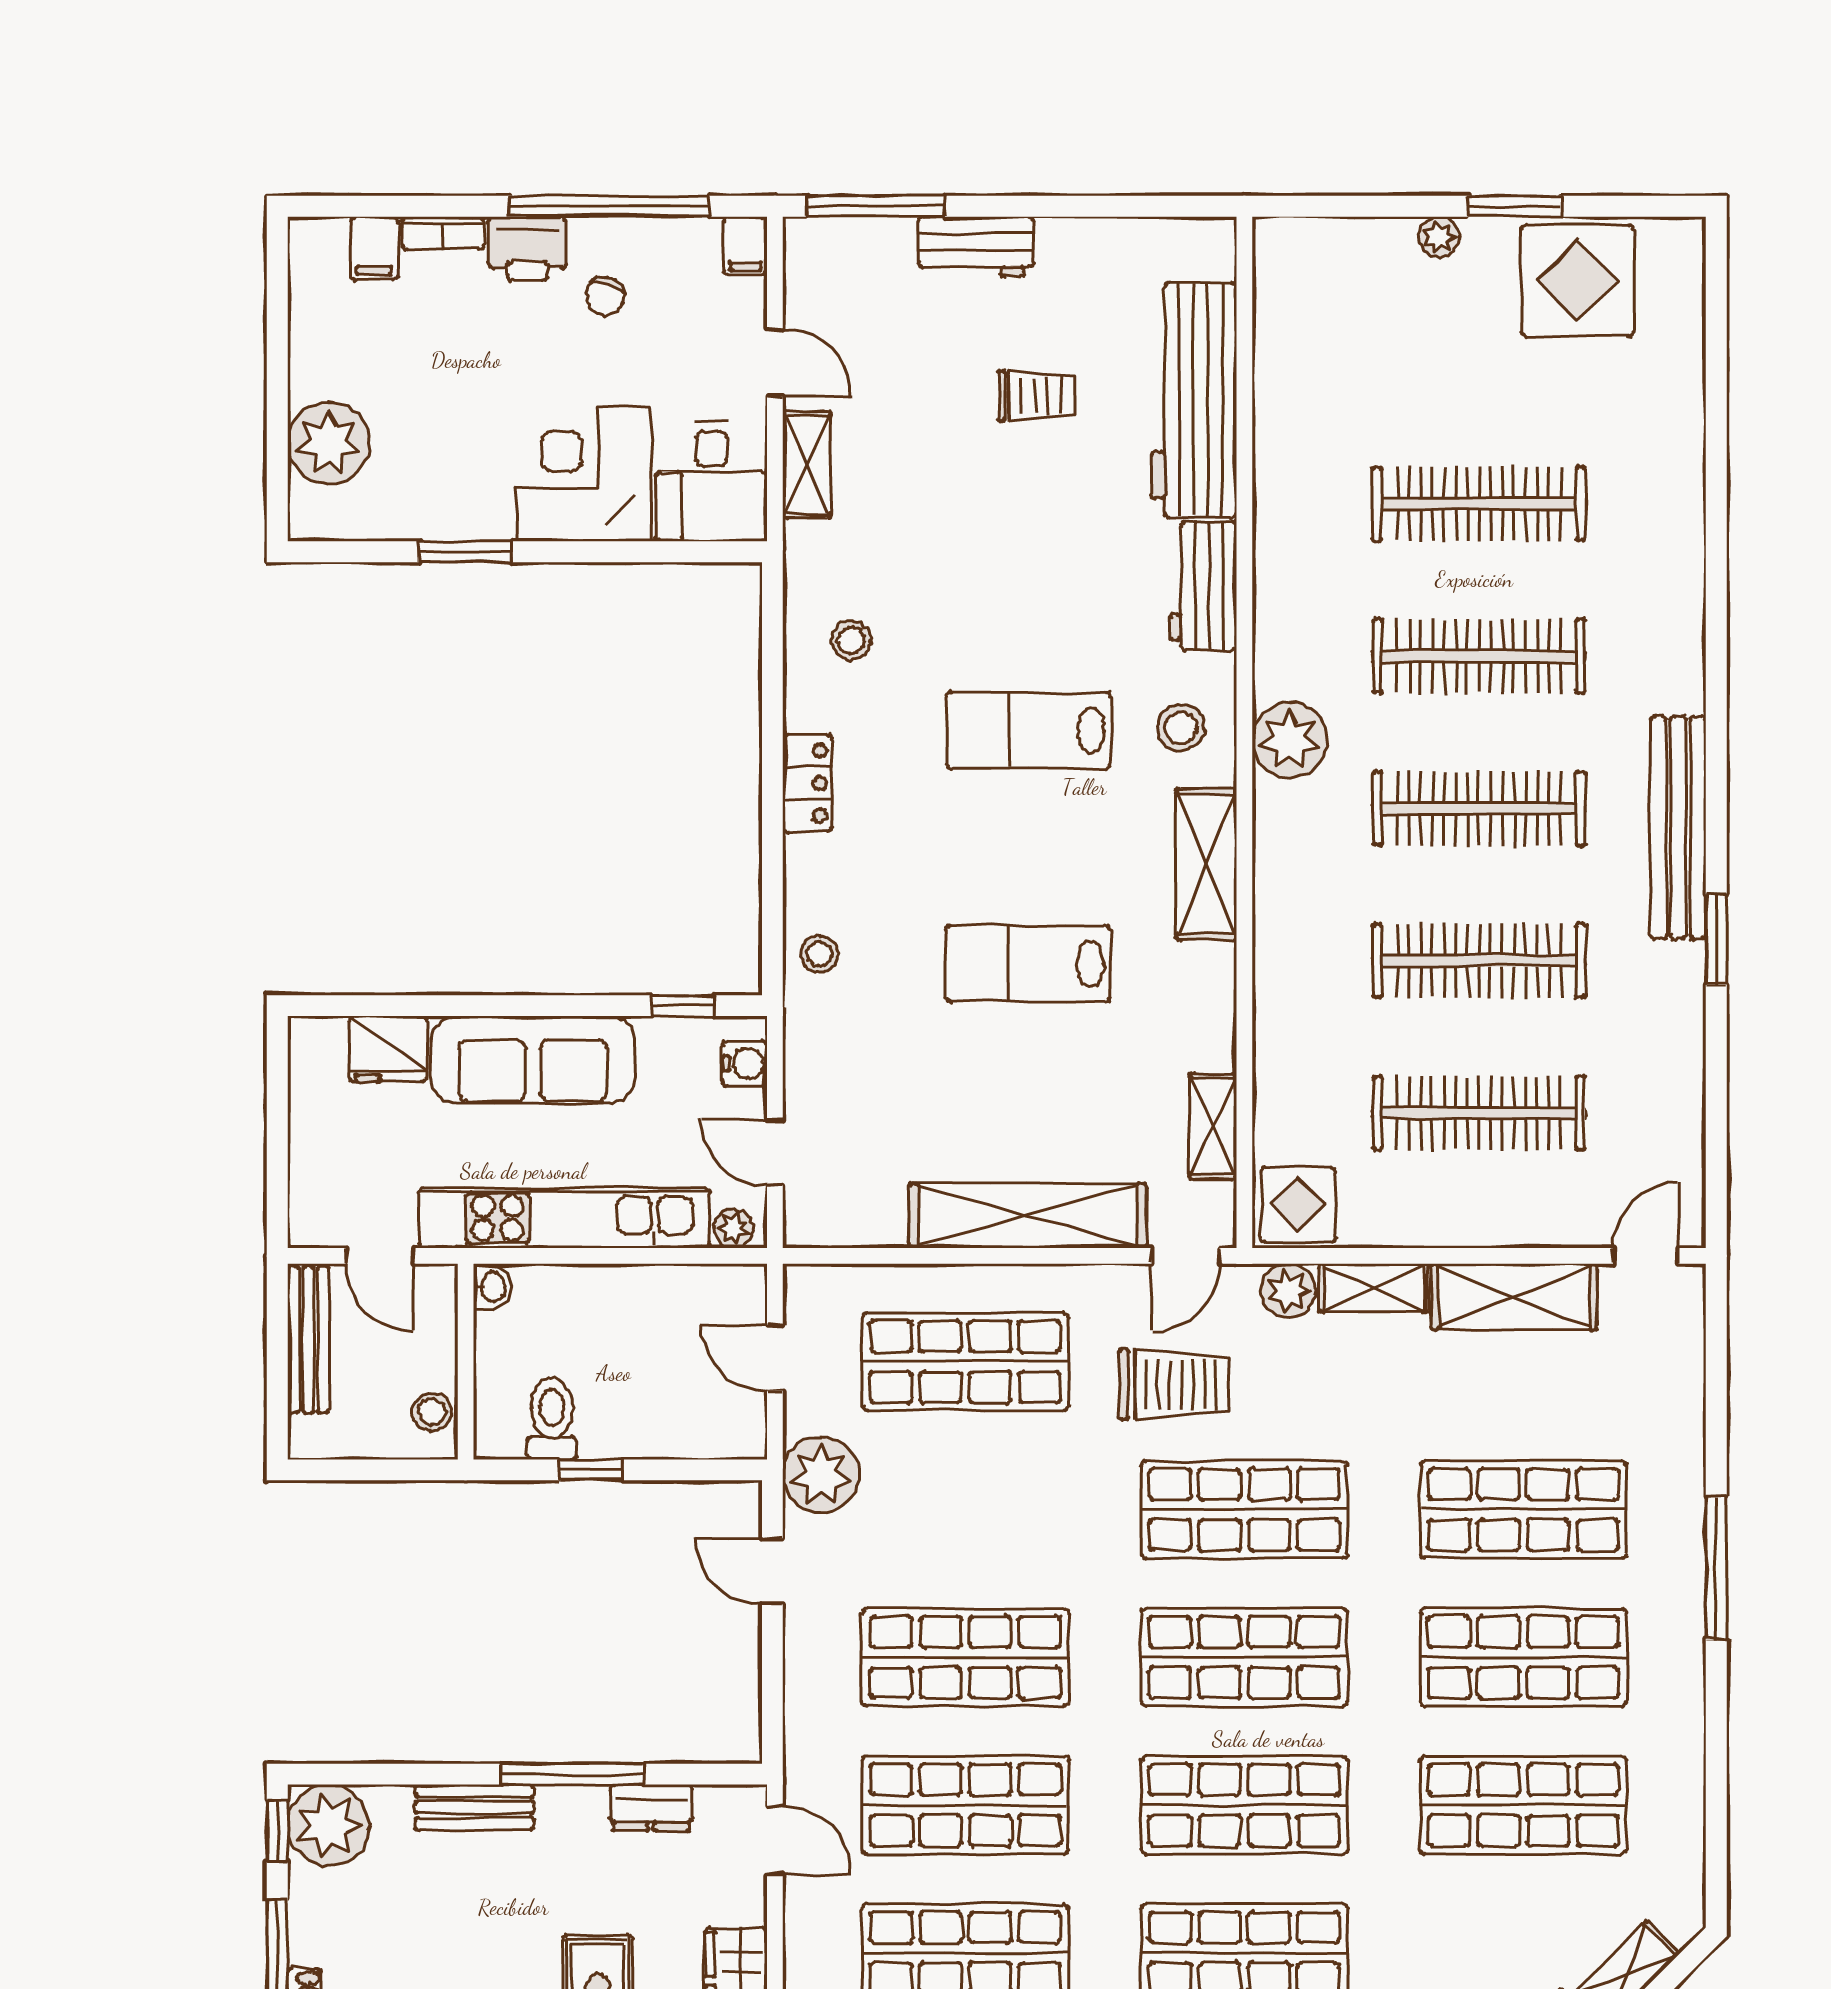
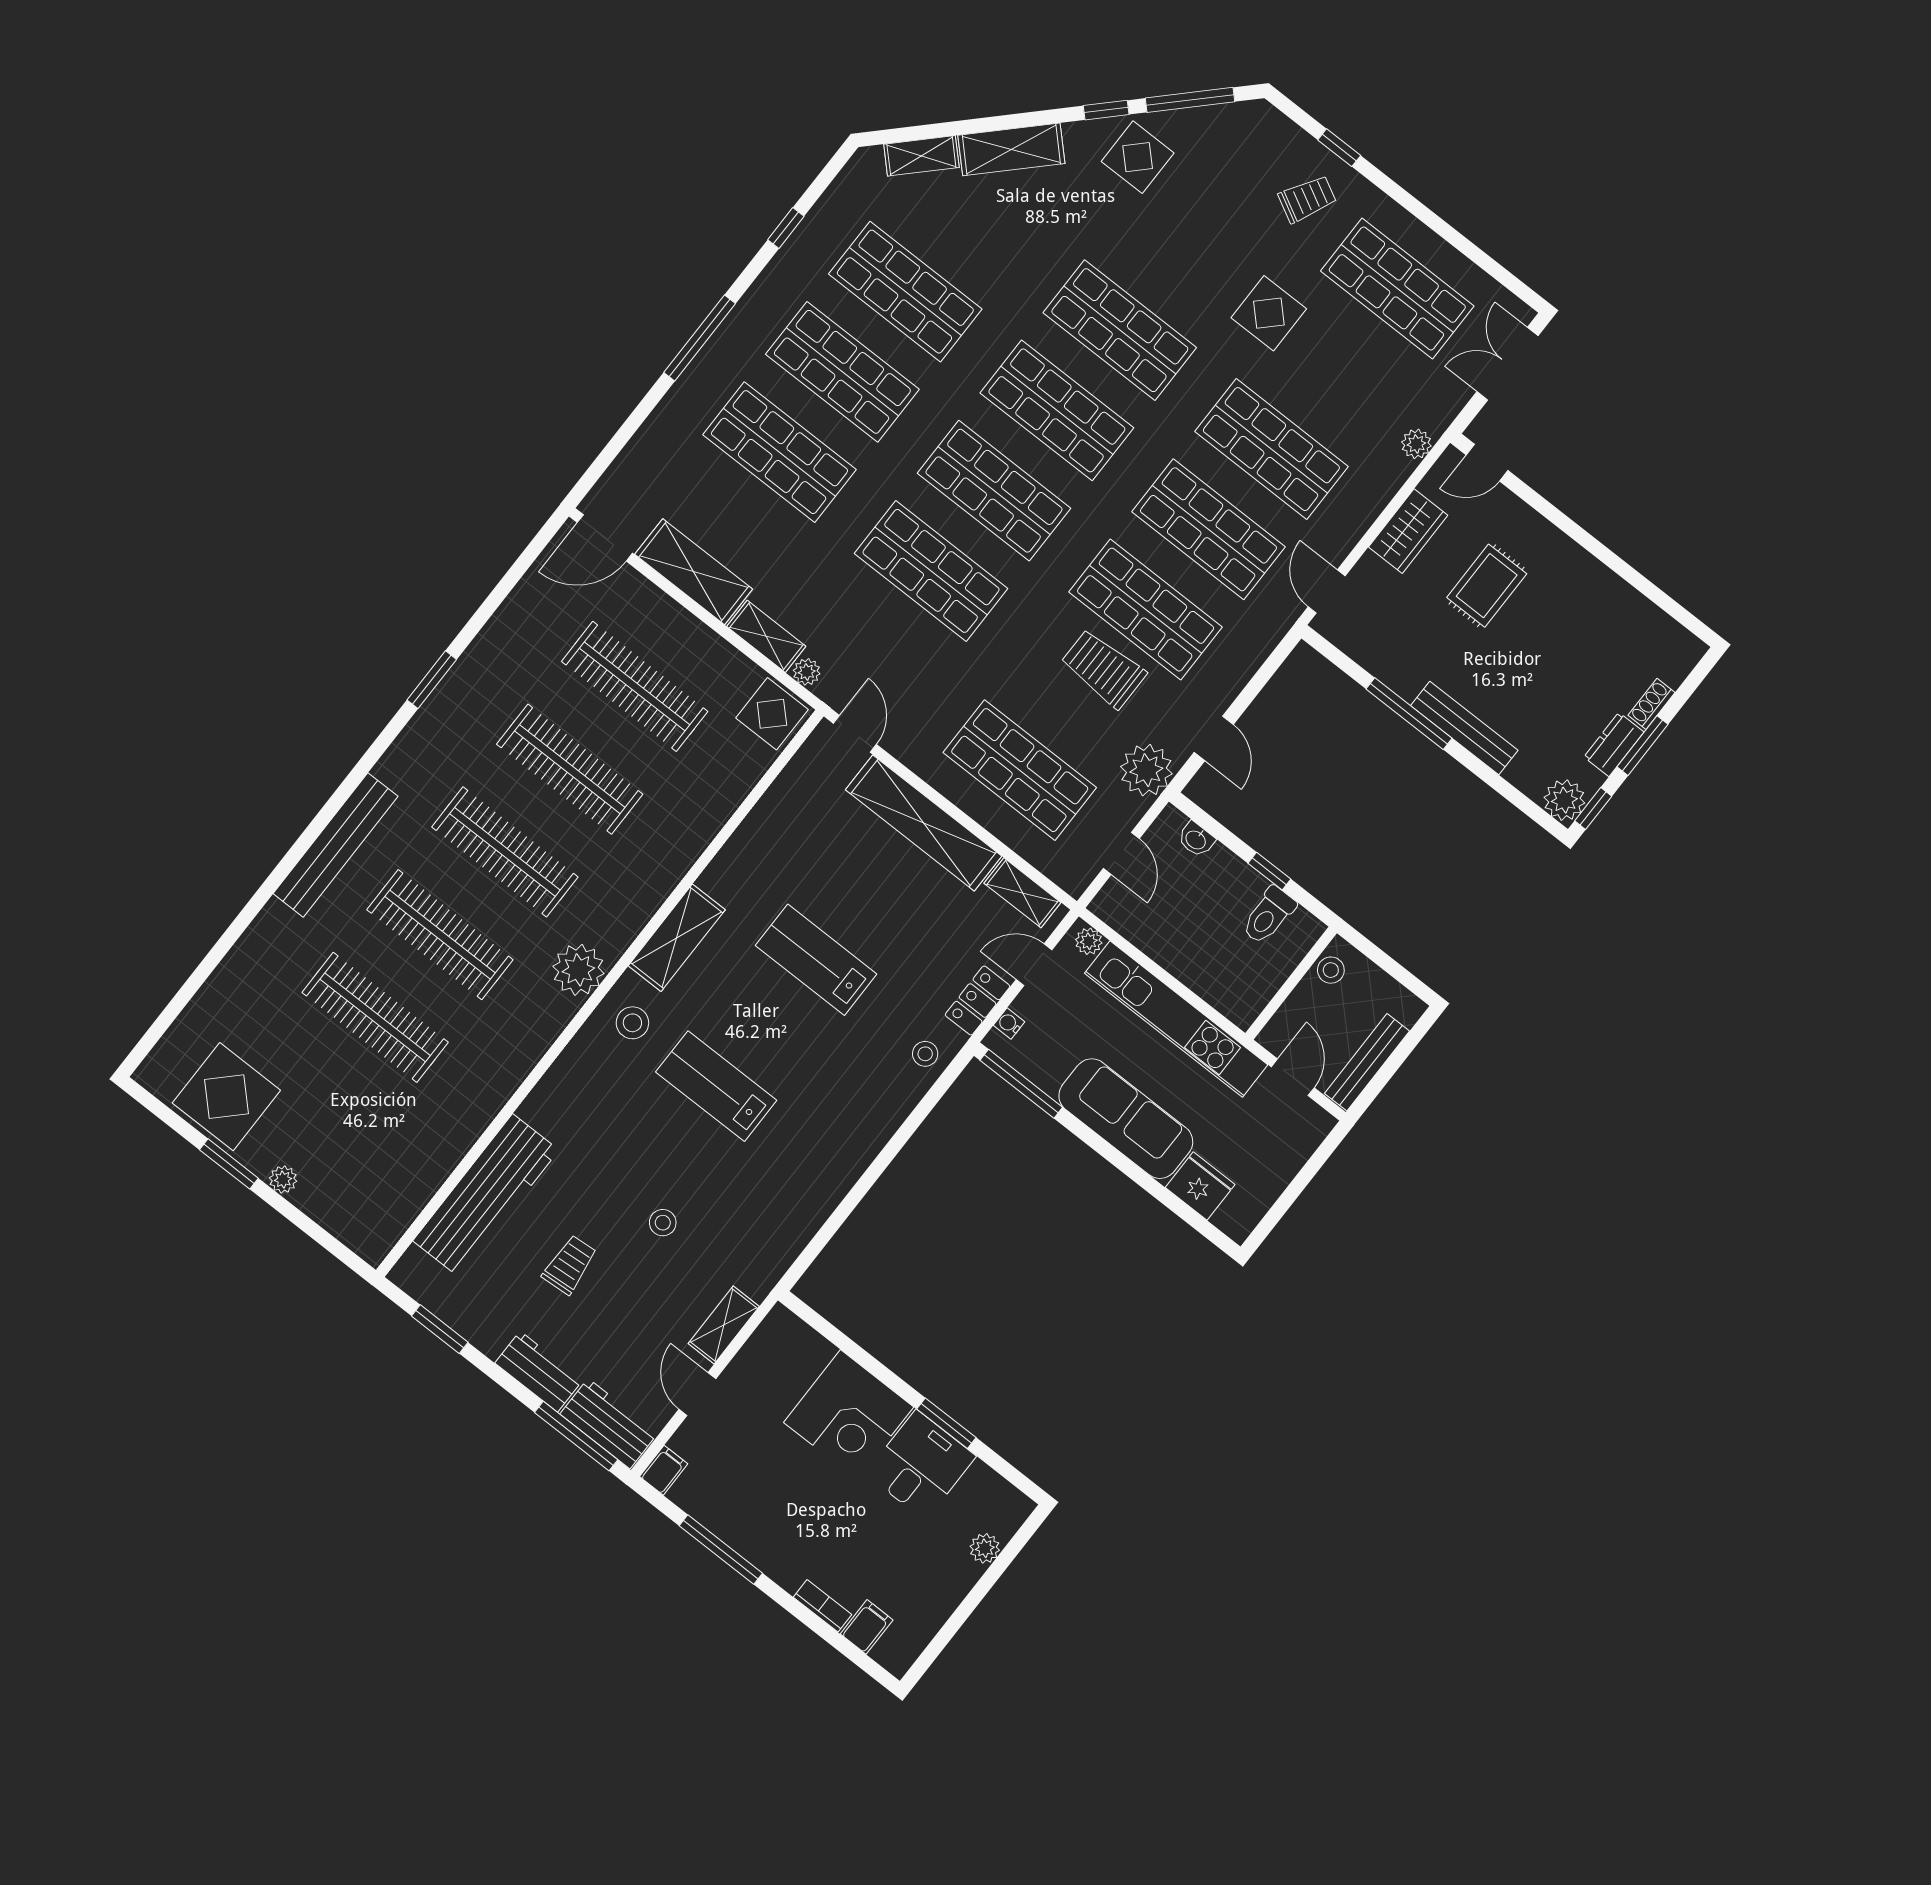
window: (609, 206) -> (721, 1550), width x0.68
window: (1127, 206) -> (440, 1329), added
printer: (527, 249) -> (784, 1561), removed
chair: (605, 296) -> (761, 1502), removed
trolley: (1036, 396) -> (570, 1265), turned 86
plant: (329, 444) -> (985, 1548), width x0.53, depth x0.53
desk: (711, 481) -> (921, 1465), moved
workbench: (1203, 586) -> (609, 1424), moved, turned -90
stool: (851, 640) -> (663, 1223), moved
lab bench: (1029, 730) -> (716, 1086), turned 180
locker: (807, 783) -> (978, 1001), moved
bench: (1678, 828) -> (336, 845), moved
lab bench: (1028, 964) -> (816, 960), turned 180
window: (683, 1006) -> (1021, 1084), width x2.17
water cooler: (745, 1063) -> (1009, 1024), width x0.72, depth x0.72
shelving: (1213, 1126) -> (1022, 893), moved, turned 90
door: (775, 1153) -> (1034, 965), swing flipped
door: (1185, 1256) -> (855, 734), hinge flipped
door: (1646, 1256) -> (605, 538), width x1.37
washbasin: (492, 1287) -> (1196, 839), moved, turned -90
plant: (1288, 1291) -> (807, 672), width x0.73, depth x0.73
trolley: (1174, 1384) -> (1103, 669), moved
window: (1716, 1771) -> (786, 228), added
bench: (475, 1807) -> (1464, 728), width x1.36
dresser: (651, 1808) -> (1614, 744), moved, turned -90
plant: (328, 1825) -> (1564, 800), width x0.73, depth x0.73

